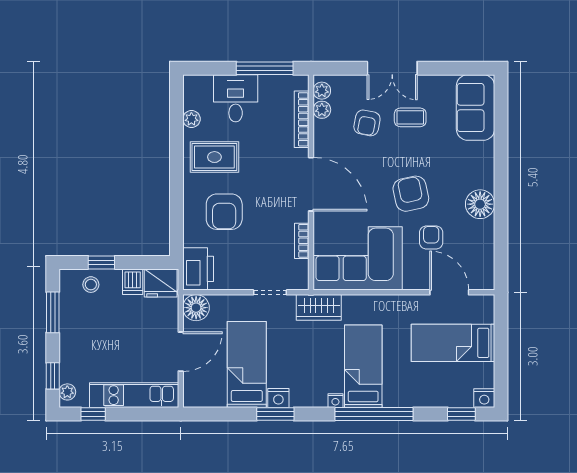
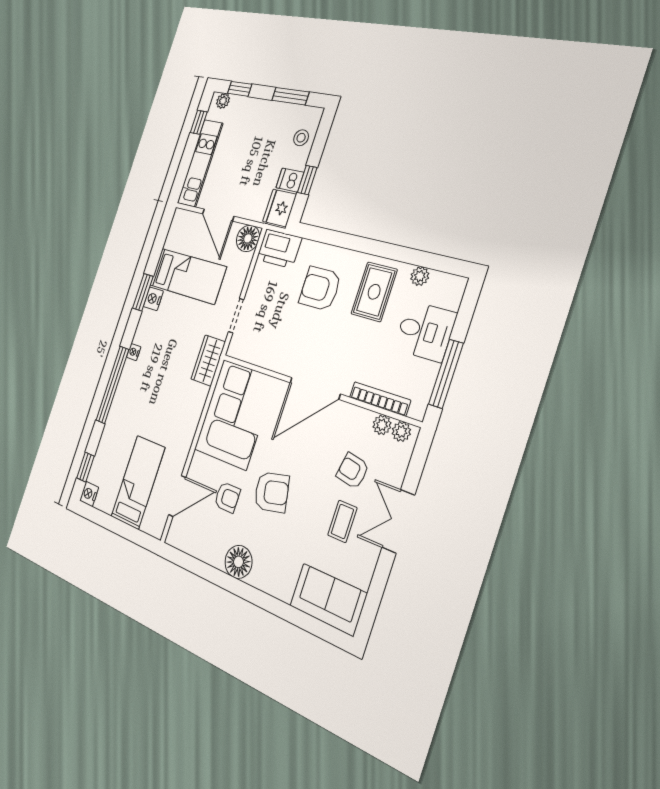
bookcase: (302, 241) -> (268, 362), removed
window: (101, 262) -> (307, 180), moved
bed: (363, 366) -> (150, 388), removed

